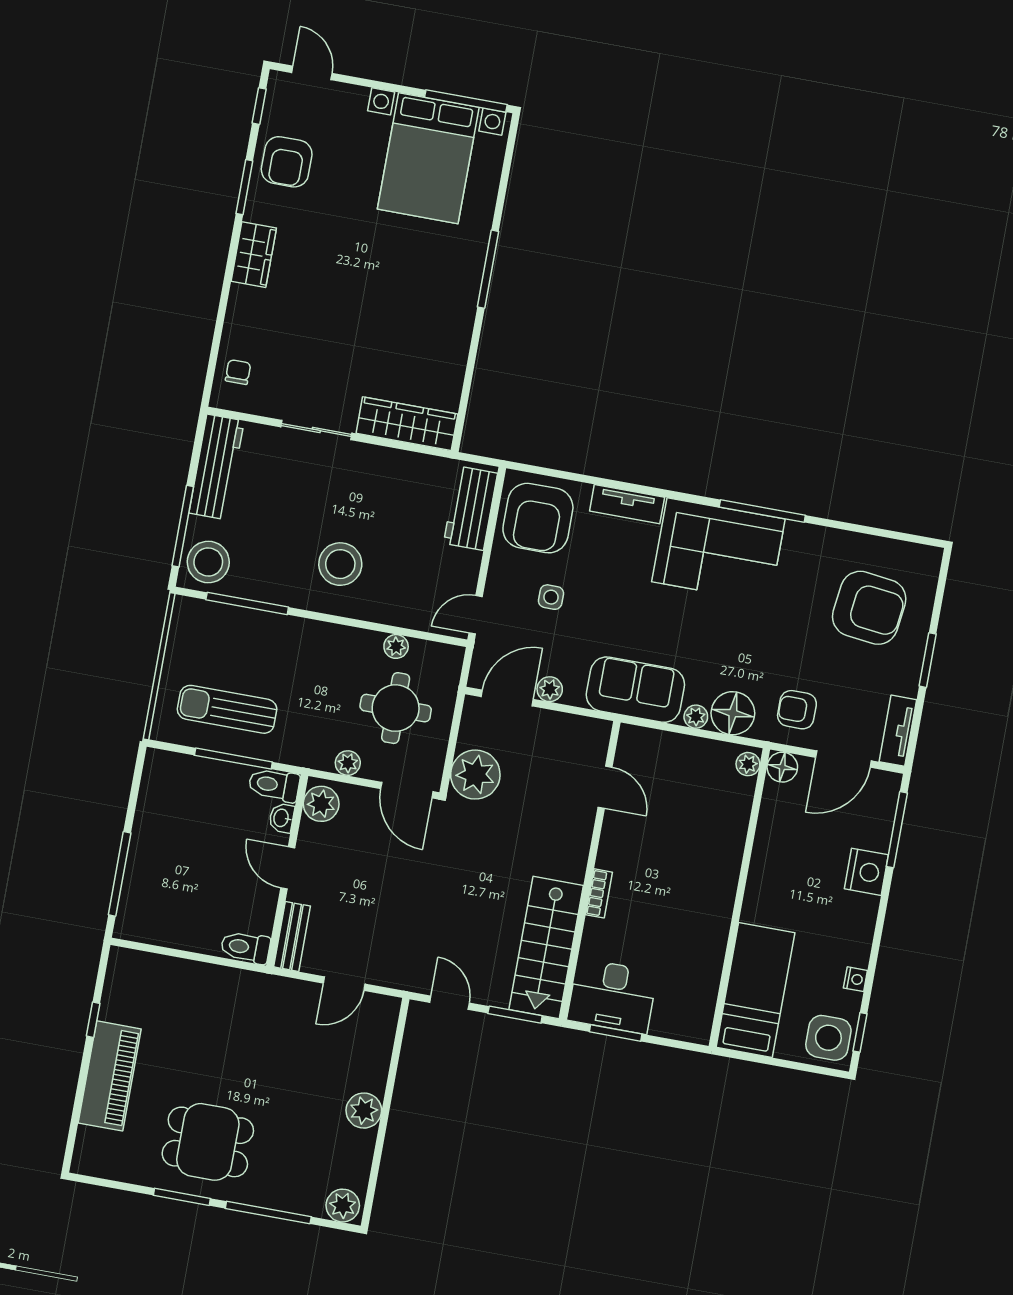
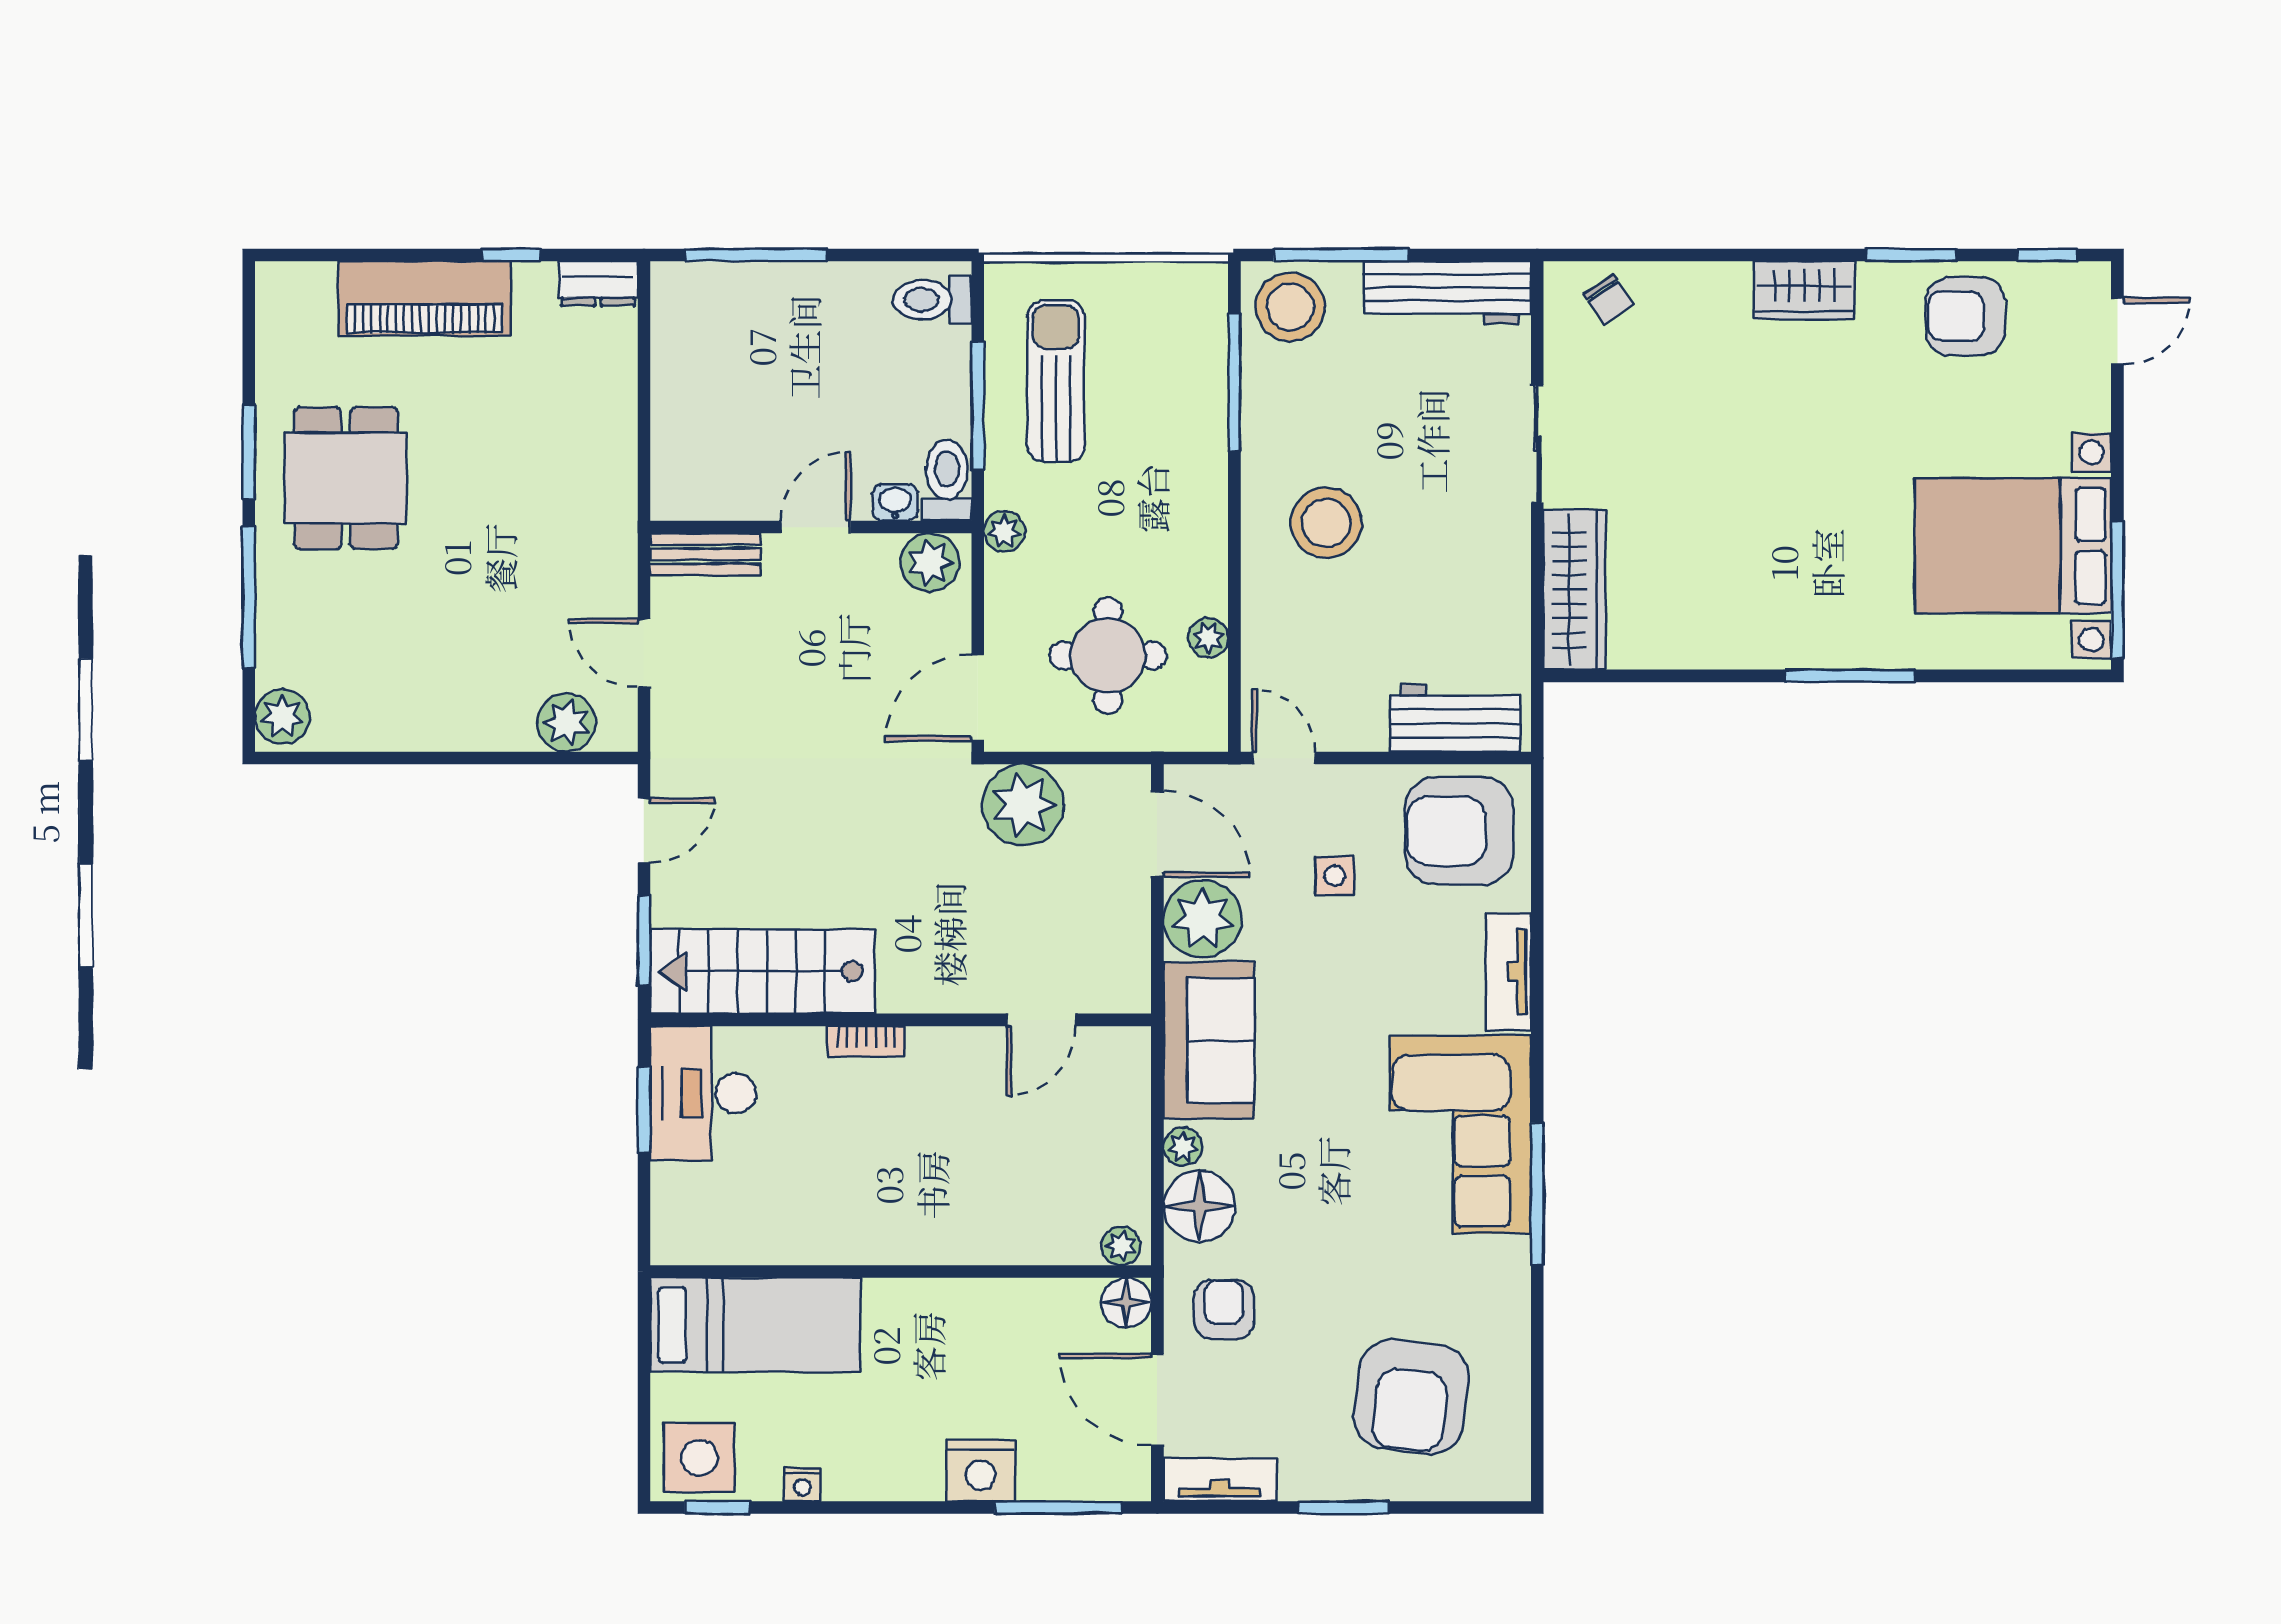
chair: (238, 372) -> (1609, 299), turned 56
plant: (550, 689) -> (1202, 919), width x1.87, depth x1.87
plant: (348, 763) -> (1004, 531), moved
toilet: (245, 947) -> (932, 300), moved, turned -90
dresser: (119, 971) -> (598, 283), added
plant: (364, 1111) -> (566, 723), moved

